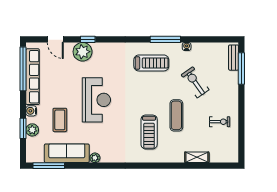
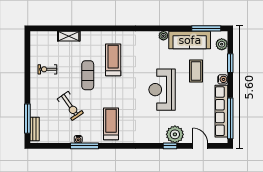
window: (165, 39) -> (85, 146), moved
treadmill: (151, 63) -> (111, 124), turned 90
plant: (32, 130) -> (222, 44), moved

